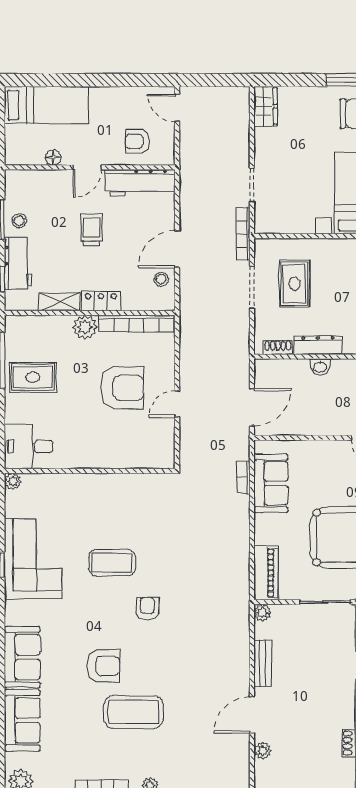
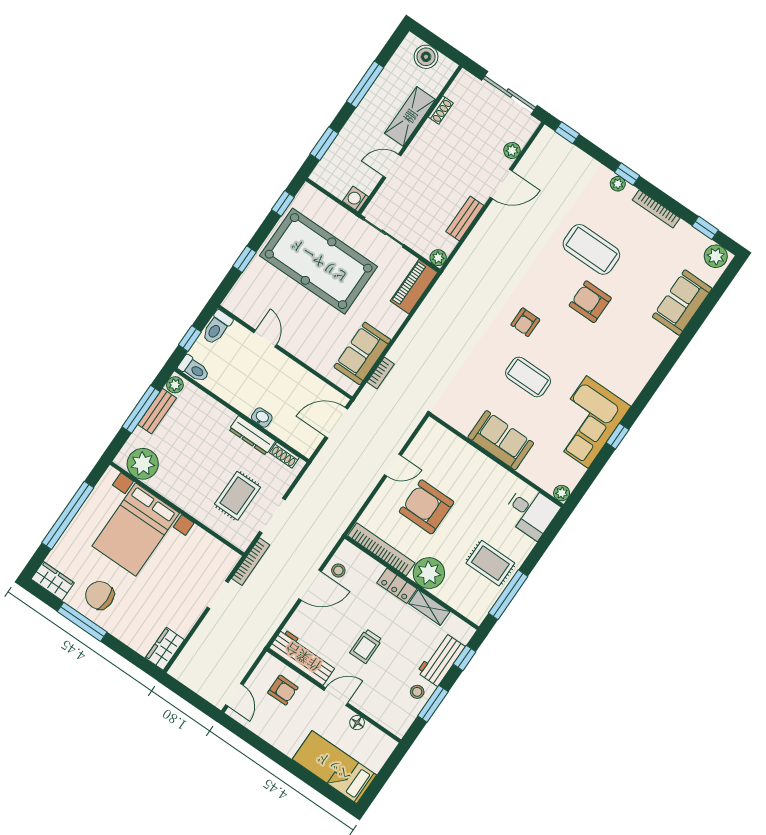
plant: (85, 327) -> (429, 573), width x1.36, depth x1.36
sofa: (22, 657) -> (501, 440), moved, turned 90

